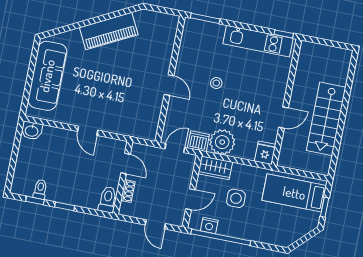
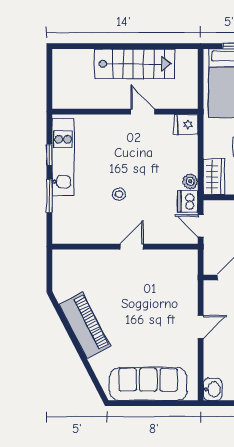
window: (205, 18) -> (49, 196), moved
window: (284, 34) -> (49, 155), moved
plant: (222, 142) -> (190, 181), width x0.53, depth x0.53

